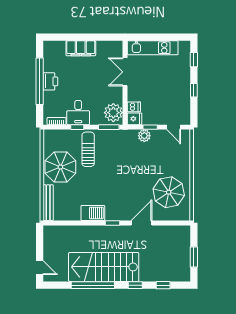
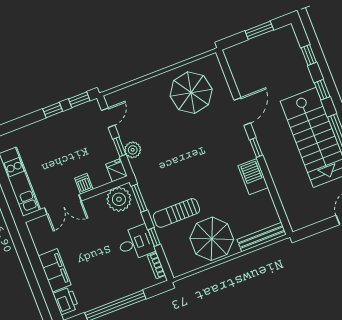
window: (194, 60) -> (79, 100), moved
printer: (50, 81) -> (66, 301), moved, turned 90
dishwasher: (134, 107) -> (84, 184), moved
door: (142, 223) -> (242, 112), swing flipped

